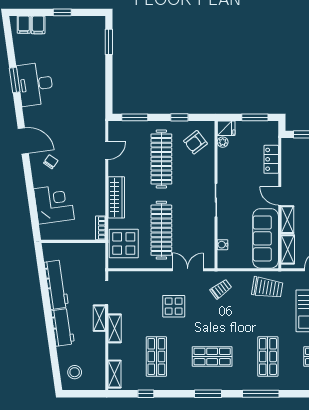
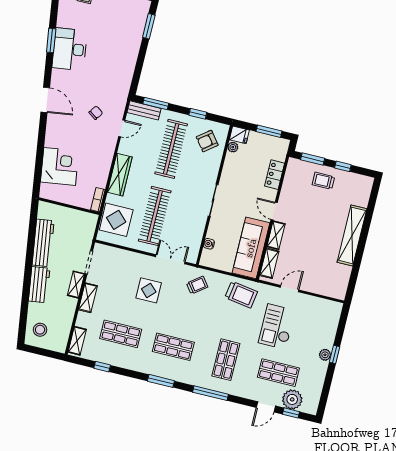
bench: (125, 127) -> (144, 110), added
chair: (51, 162) -> (96, 113), moved
shop shelf: (156, 357) -> (121, 334), turned 90

